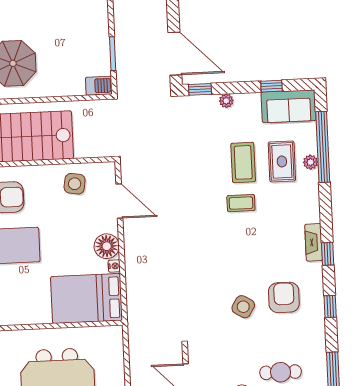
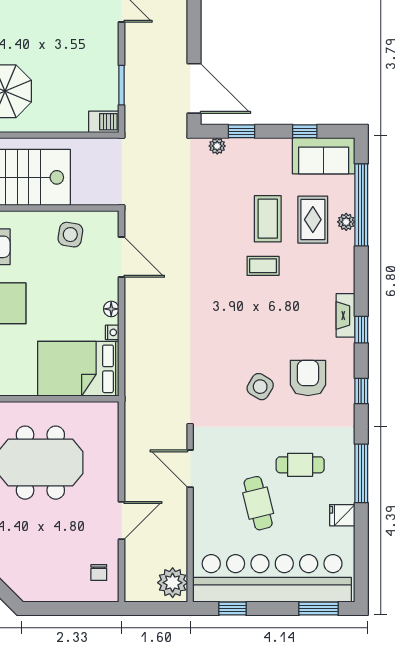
window: (200, 89) -> (241, 131), moved
plant: (226, 101) -> (217, 146), moved
floor lamp: (107, 246) -> (111, 309), width x0.53, depth x0.53

